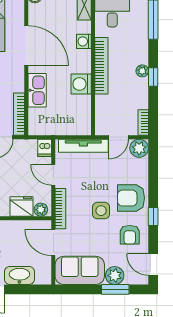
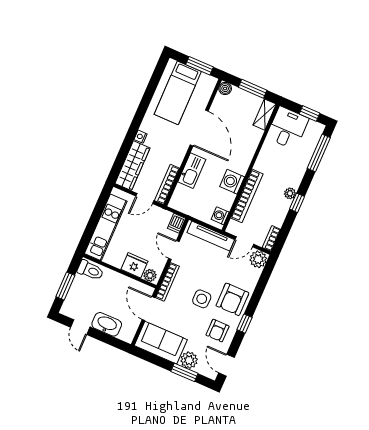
washing machine: (84, 41) -> (220, 216), moved
bookcase: (101, 66) -> (247, 196), moved
armchair: (131, 198) -> (232, 299), turned -90

